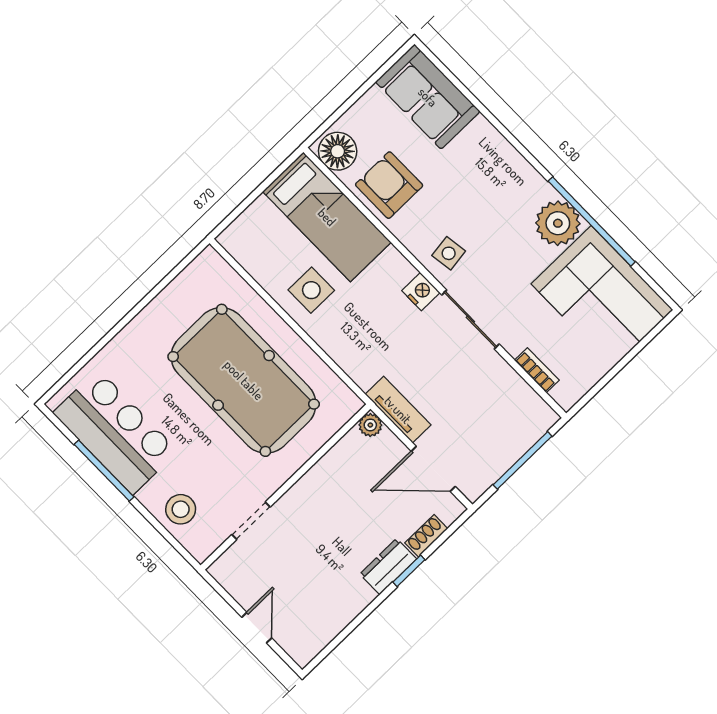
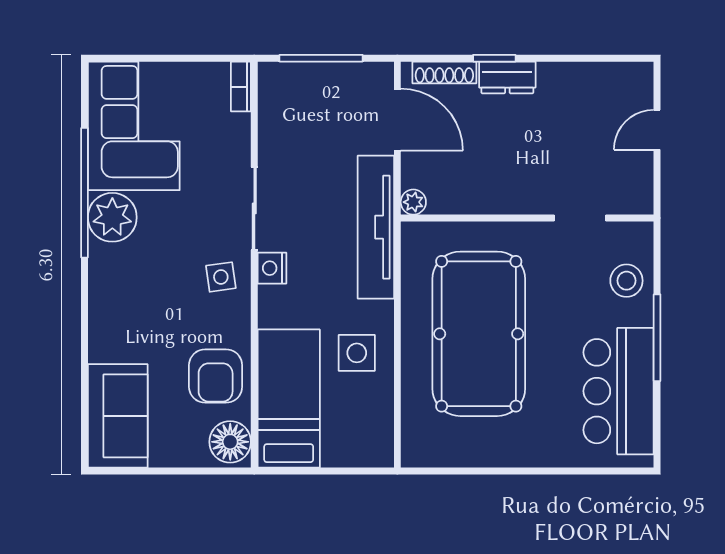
bookcase: (537, 370) -> (241, 87), moved
tv unit: (398, 410) -> (376, 227), width x1.92, depth x1.29
window: (104, 471) -> (657, 338), moved
shoe rack: (426, 536) -> (444, 72), width x1.43

